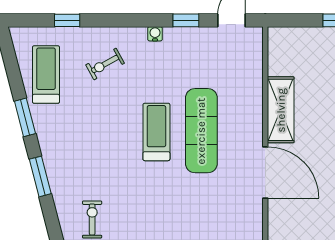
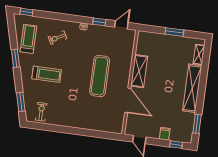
window: (67, 20) -> (26, 12), moved
treadmill: (156, 132) -> (47, 74), moved, turned 90
window: (40, 176) -> (21, 102), moved

